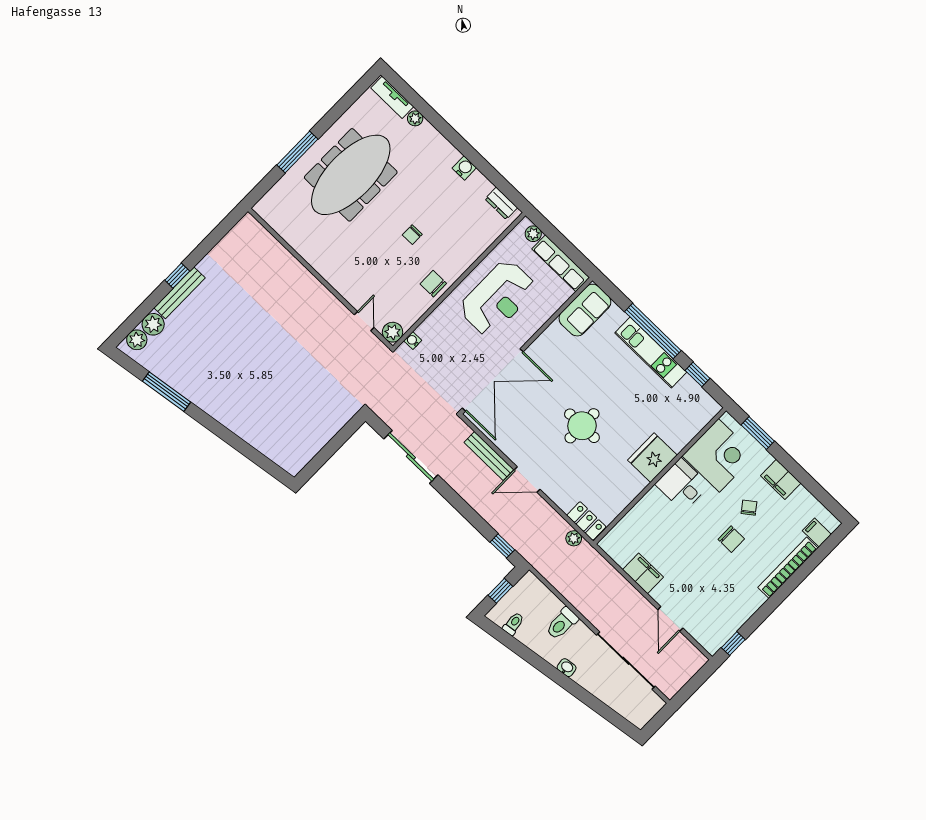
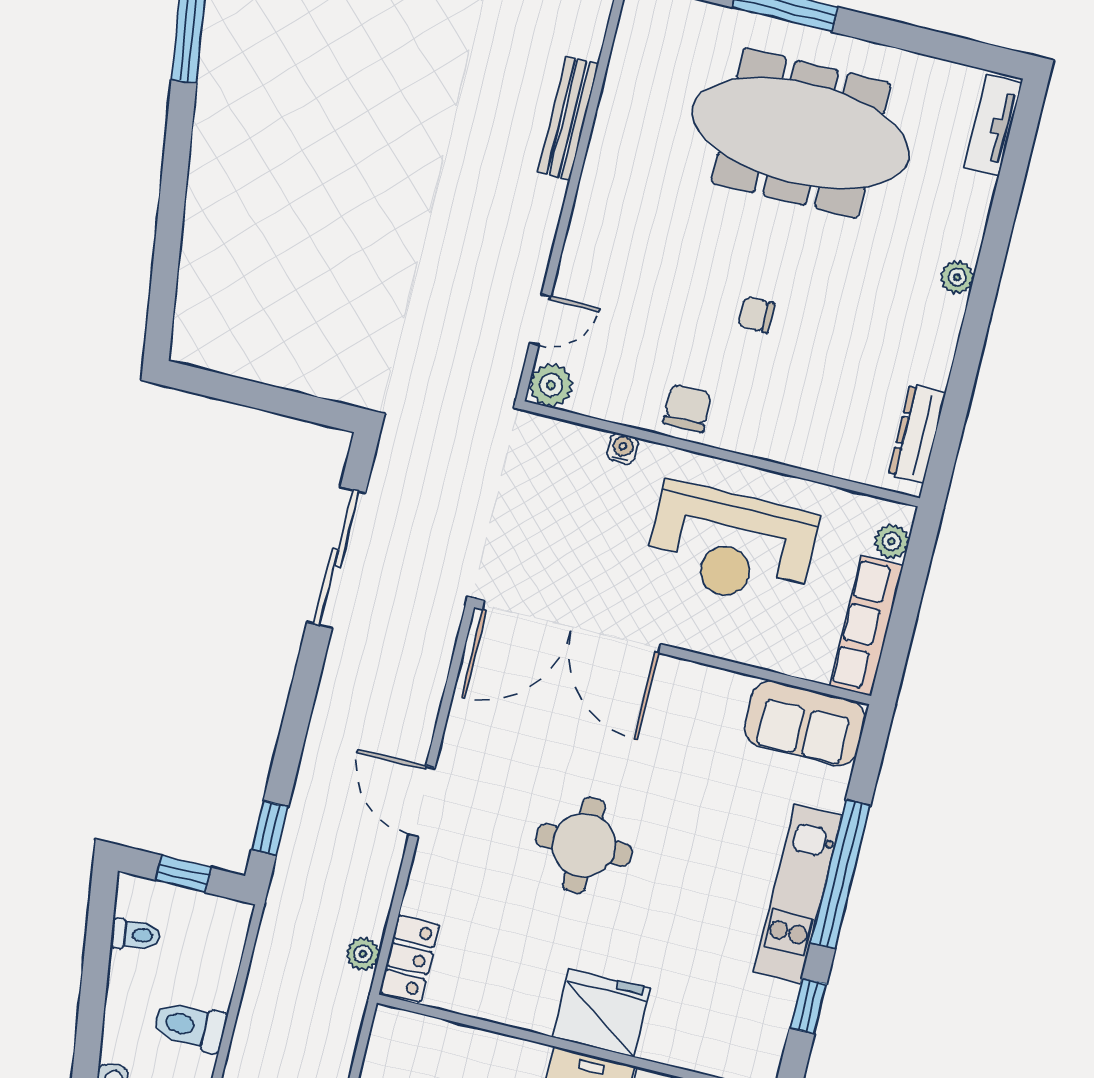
plant: (415, 118) -> (957, 277), moved
water cooler: (464, 168) -> (939, 339), removed
dresser: (501, 203) -> (917, 434), width x1.44
water cooler: (413, 341) -> (622, 448), moved
bench: (489, 456) -> (568, 118), moved

